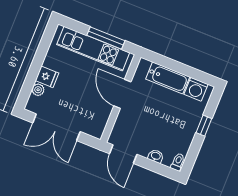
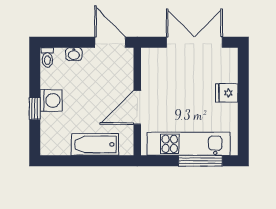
window: (106, 38) -> (200, 161), moved
washing machine: (196, 89) -> (51, 100), moved, turned 90
plant: (38, 90) -> (231, 75), removed
door: (122, 94) -> (137, 107), swing flipped

